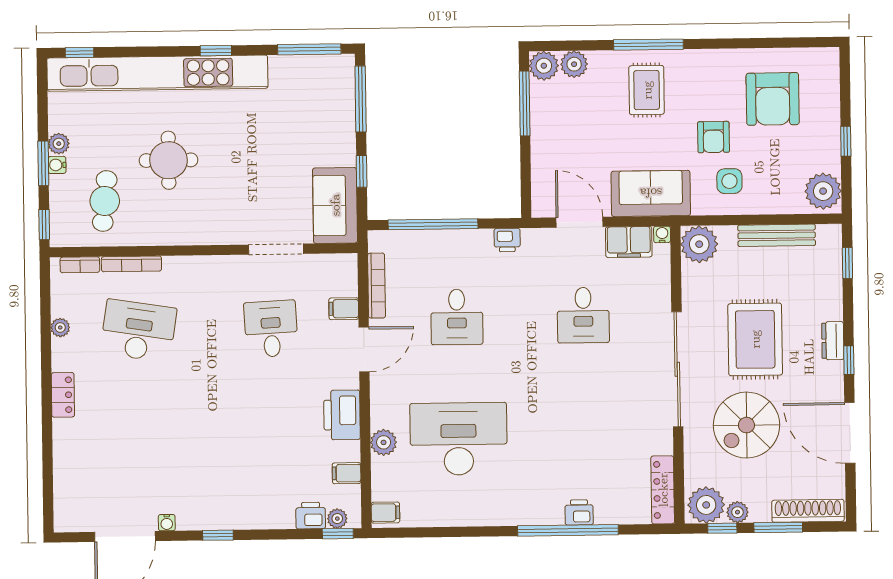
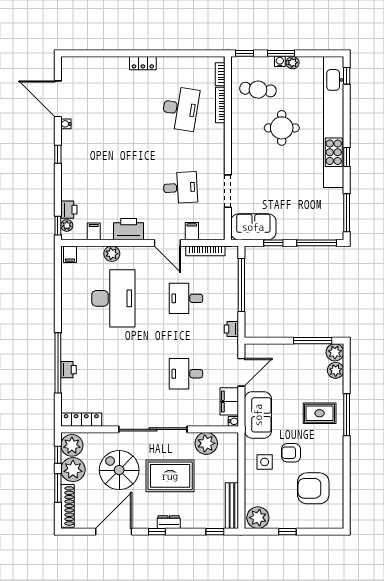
bench: (777, 235) -> (232, 506), moved
plant: (699, 244) -> (206, 443), moved
plant: (60, 328) -> (183, 62), removed
plant: (737, 512) -> (73, 470), width x1.88, depth x1.88

